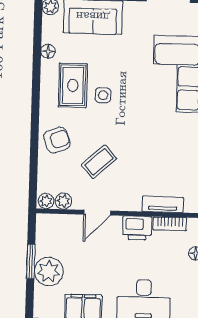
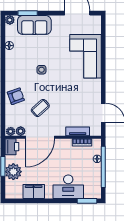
rug: (73, 85) -> (24, 65), removed
door: (97, 213) -> (40, 137), width x1.88
printer: (137, 228) -> (12, 147), moved, turned -90

